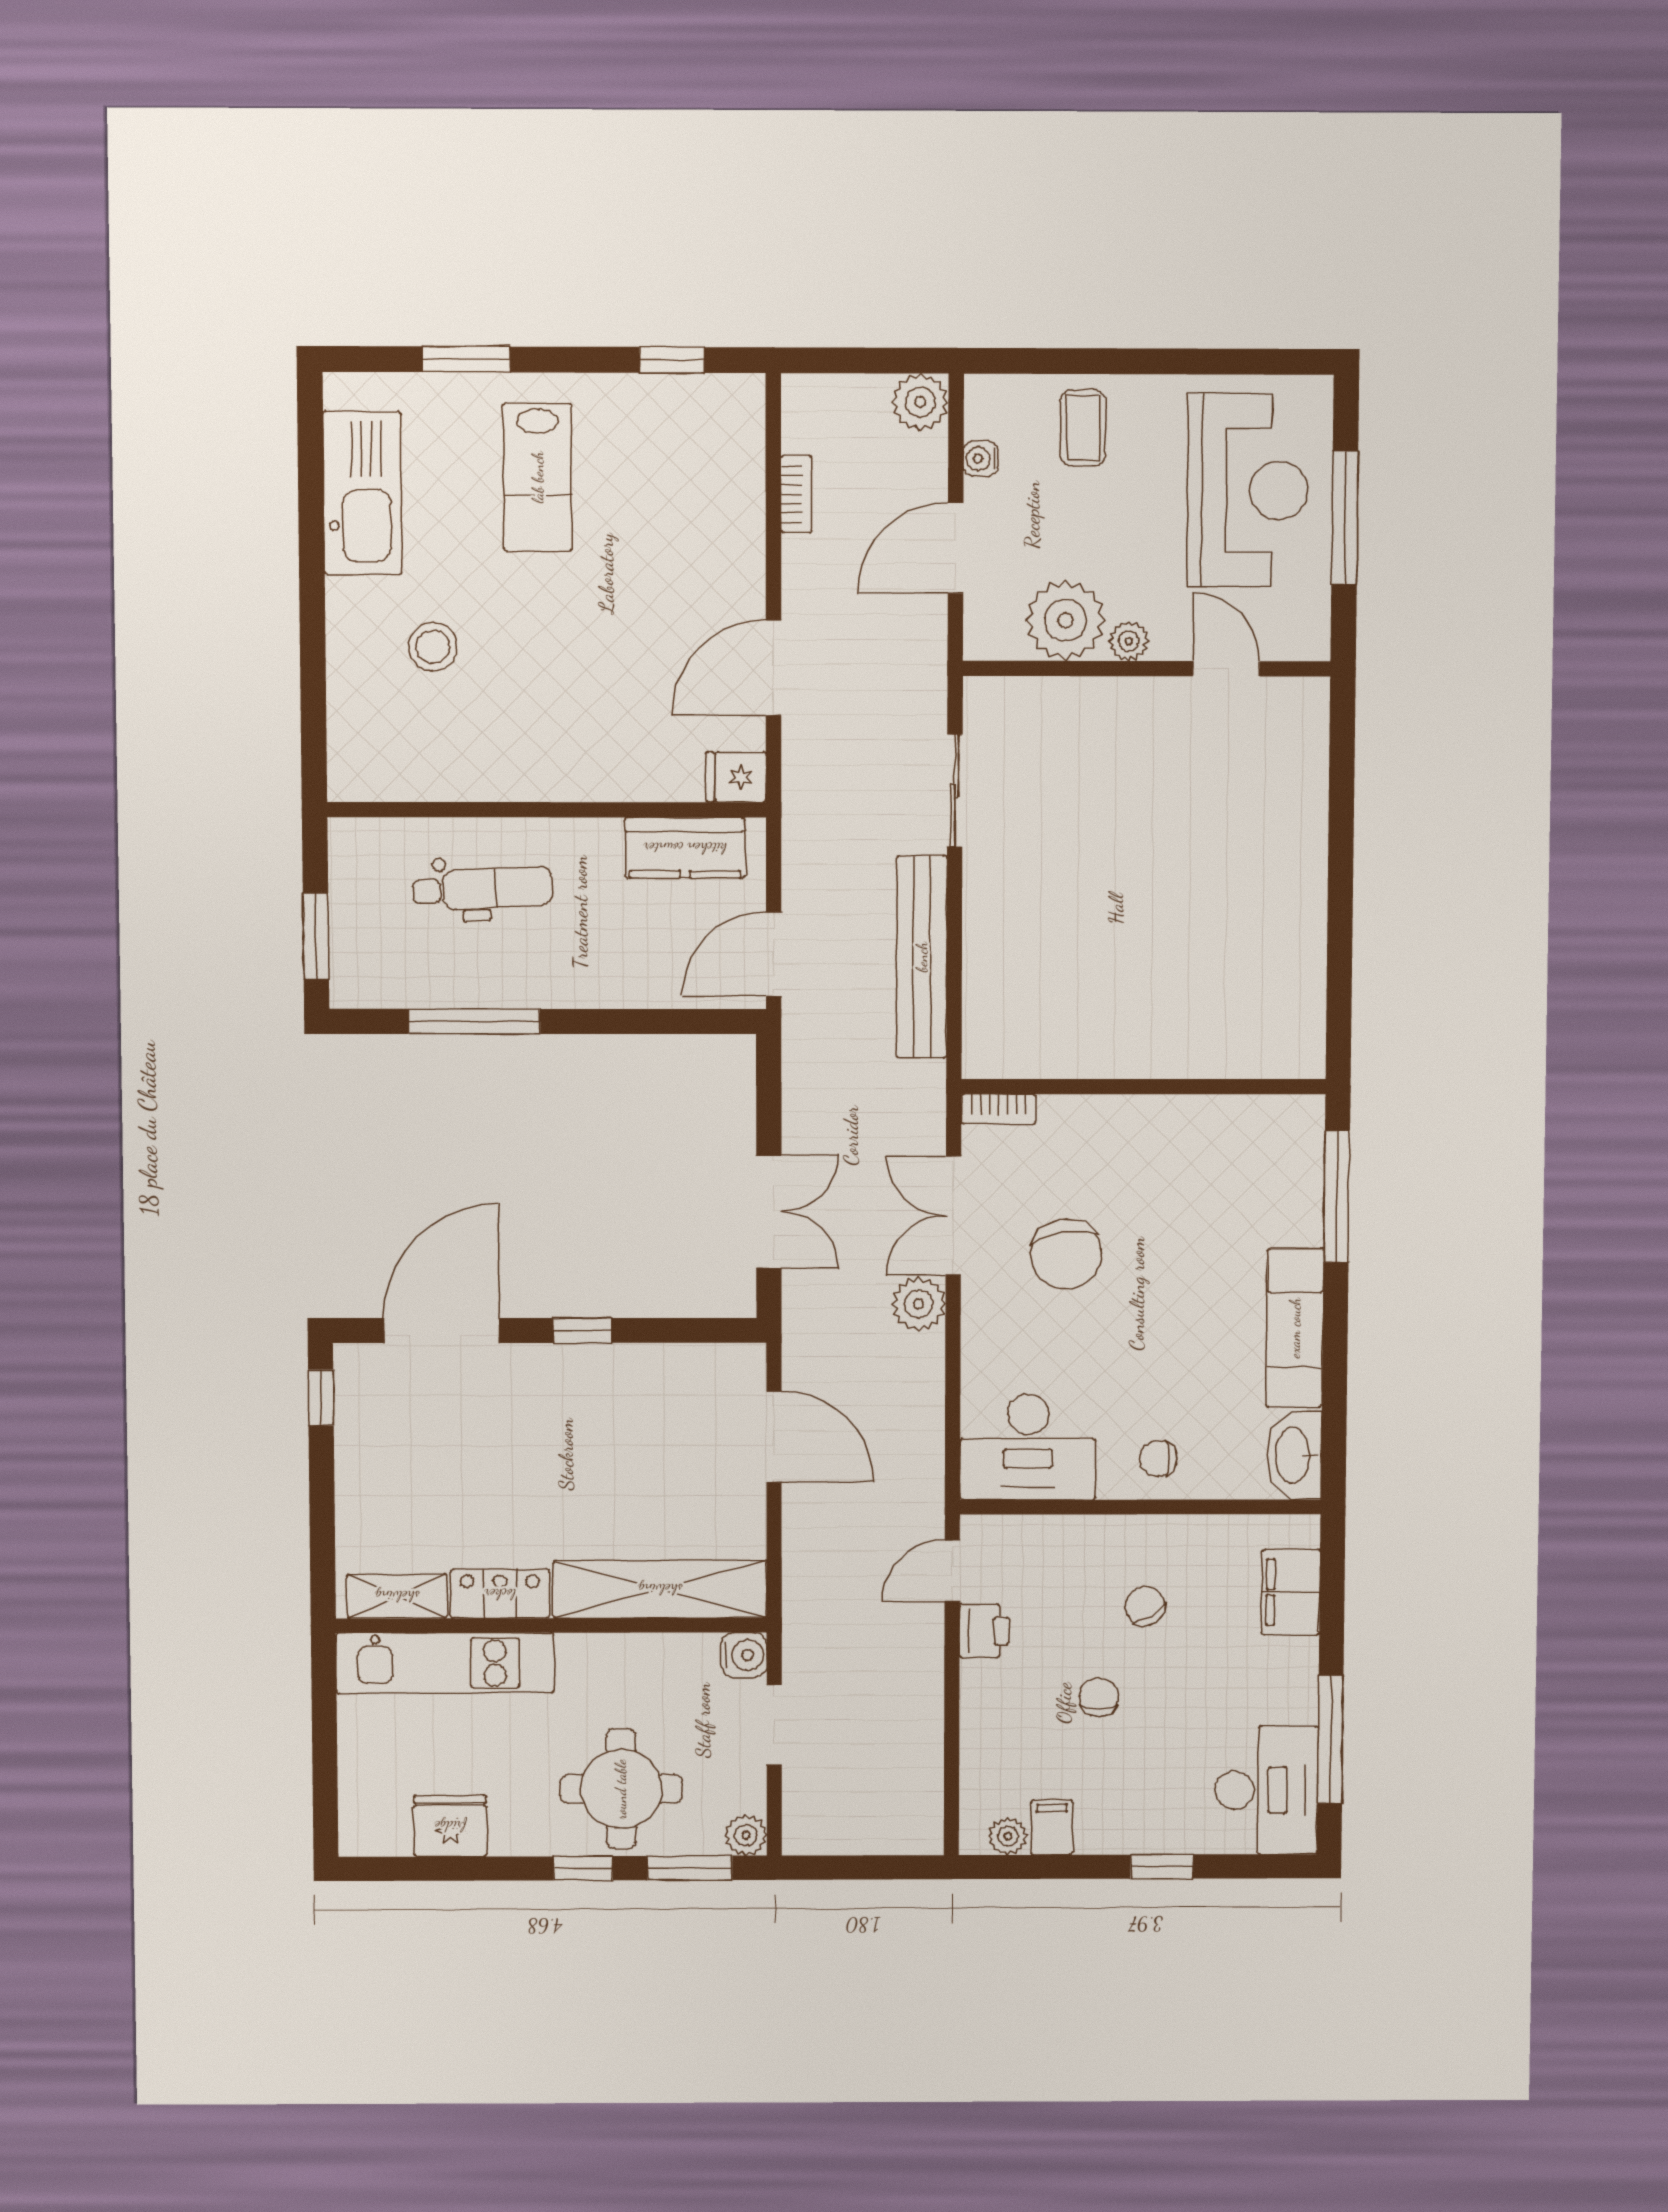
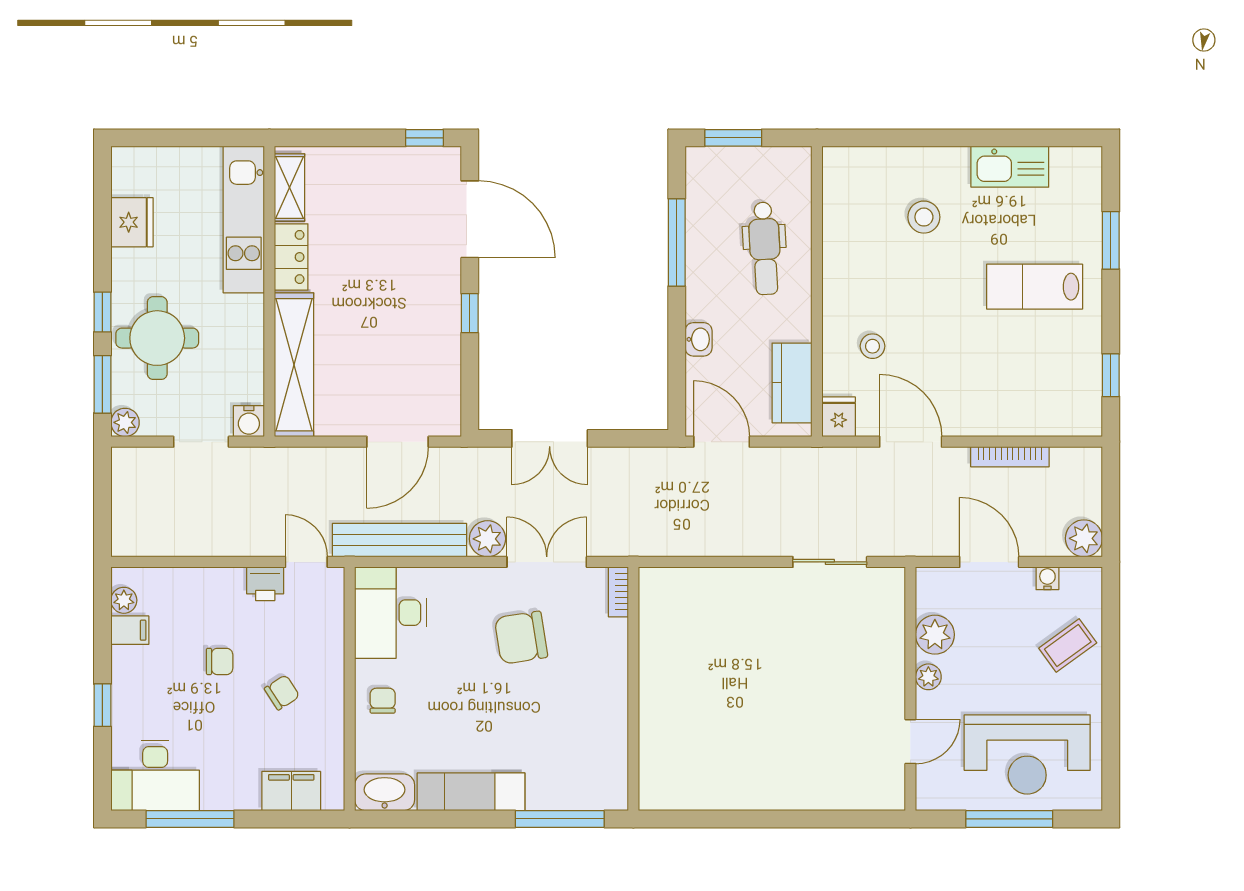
coffee table: (1083, 428) -> (1068, 646), turned -36
kitchen sink: (363, 493) -> (1010, 167), width x0.73, depth x0.81
bookcase: (796, 494) -> (1010, 457), width x1.56
plant: (1065, 620) -> (935, 635), width x0.73, depth x0.73
stool: (629, 725) -> (873, 346), added
bench: (922, 957) -> (400, 540), moved
washbasin: (620, 989) -> (699, 339), added

